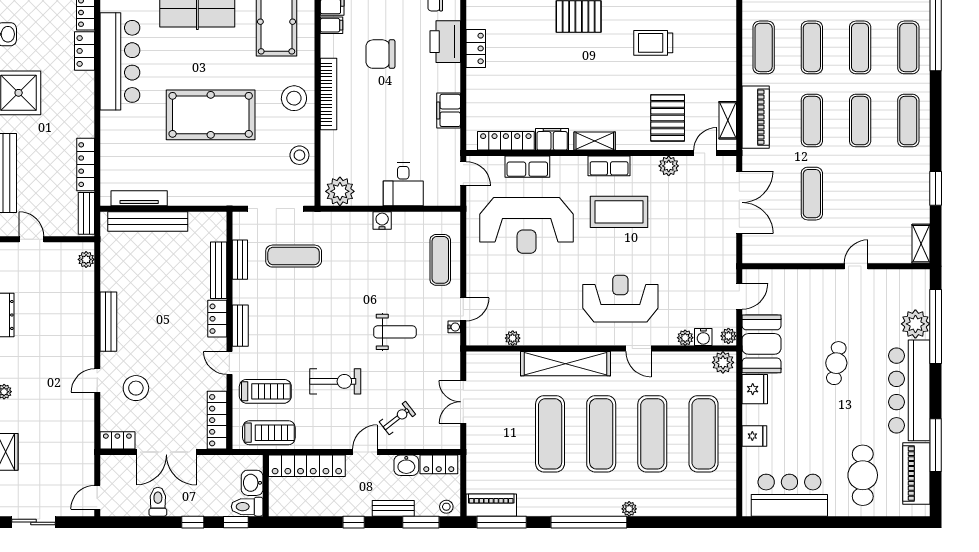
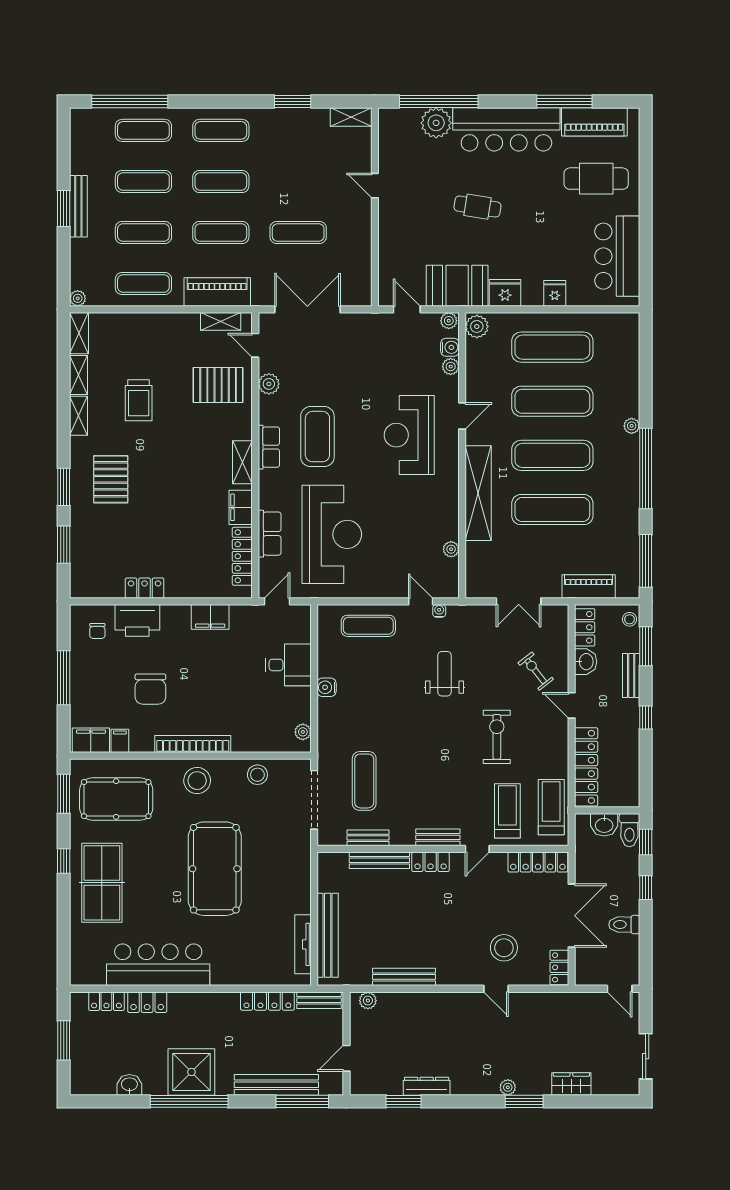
plant: (340, 191) -> (303, 732), width x0.53, depth x0.53
bench: (108, 322) -> (404, 977), moved
piano: (491, 505) -> (589, 587), moved, turned 90

